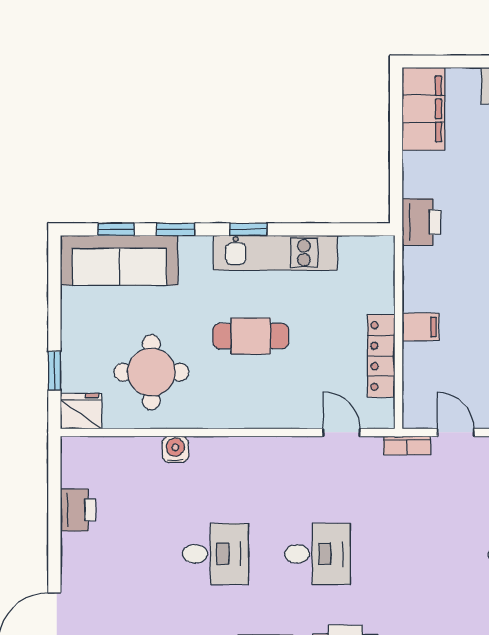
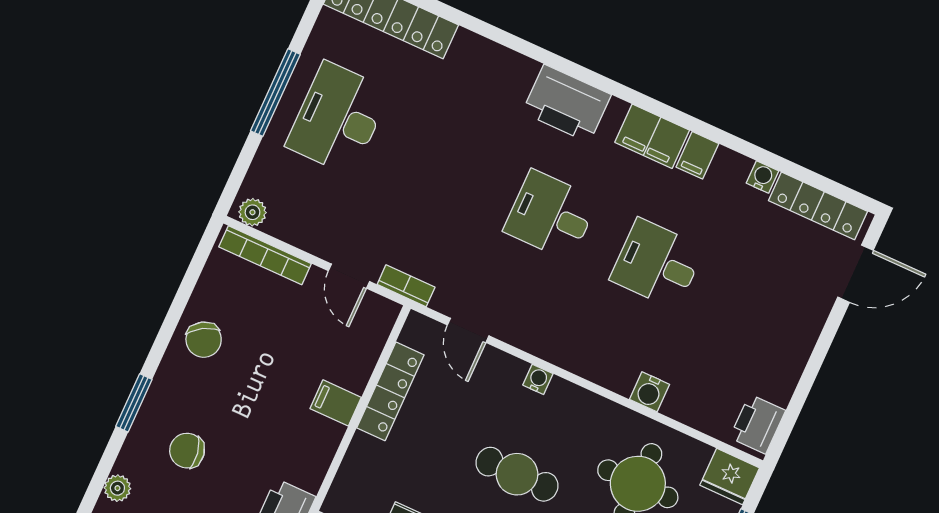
water cooler: (268, 419) -> (538, 379), added
printer: (78, 510) -> (758, 424), moved

